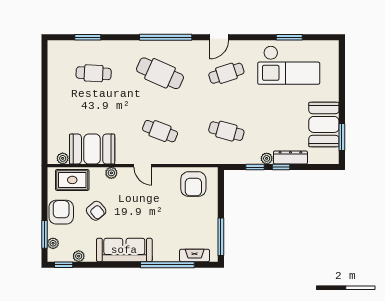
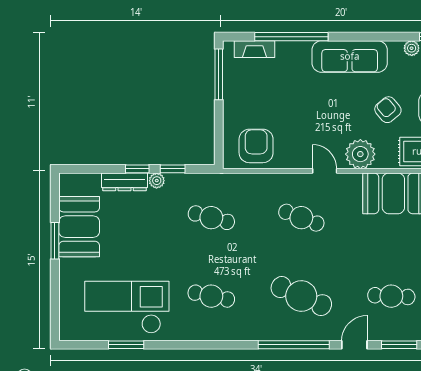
door: (219, 37) -> (354, 345), moved
cafe table: (226, 73) -> (211, 296), turned 30
window: (342, 137) -> (55, 241), moved
plant: (111, 173) -> (360, 154), width x1.87, depth x1.87

